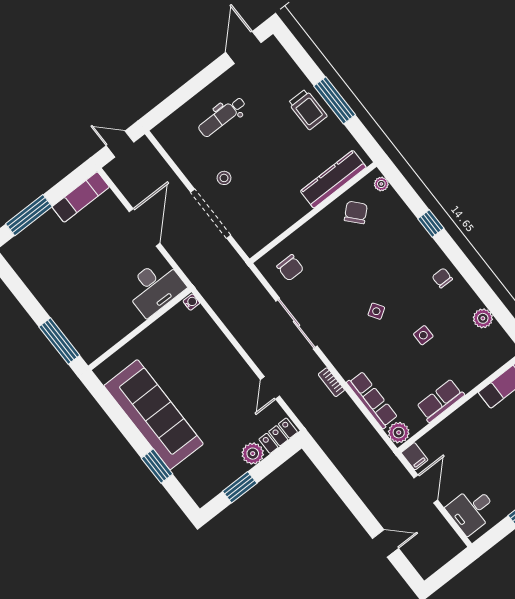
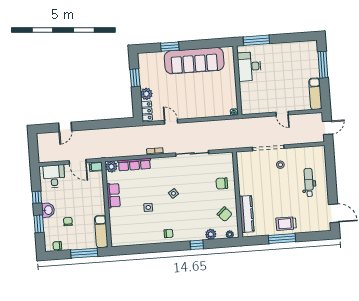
door: (145, 227) -> (282, 114), width x0.53
chair: (290, 268) -> (222, 183), moved
desk: (155, 287) -> (249, 66), moved
plant: (483, 318) -> (211, 234), moved

